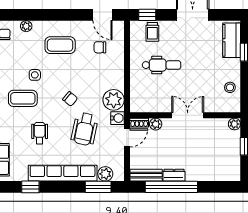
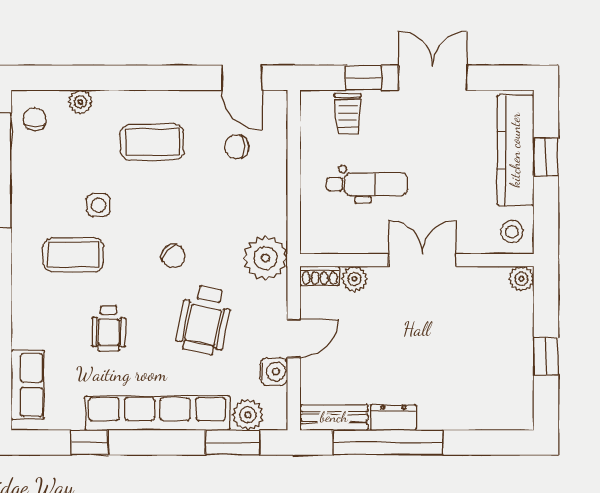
window: (147, 15) -> (363, 78), moved
kitchen counter: (232, 40) -> (515, 150), width x1.50
wall: (185, 115) -> (417, 260), moved
double door: (188, 115) -> (422, 260), moved
water cooler: (117, 118) -> (274, 372), moved
shoe rack: (139, 123) -> (320, 276), moved
plant: (156, 124) -> (354, 279), moved
plant: (234, 124) -> (521, 279), moved
wheelchair: (40, 133) -> (109, 328), turned 180

